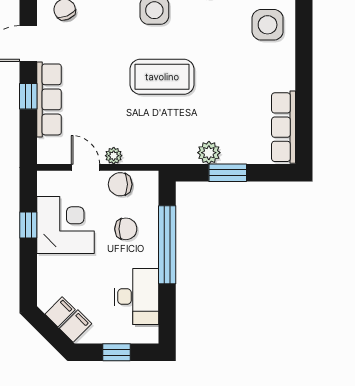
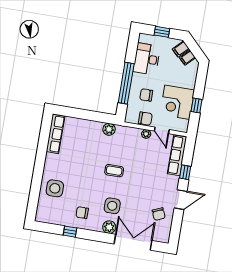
coffee table: (162, 77) -> (114, 171), width x0.54, depth x0.58
row of seats: (49, 99) -> (177, 155), moved
plant: (209, 153) -> (109, 129), moved
window: (228, 173) -> (88, 115), removed

